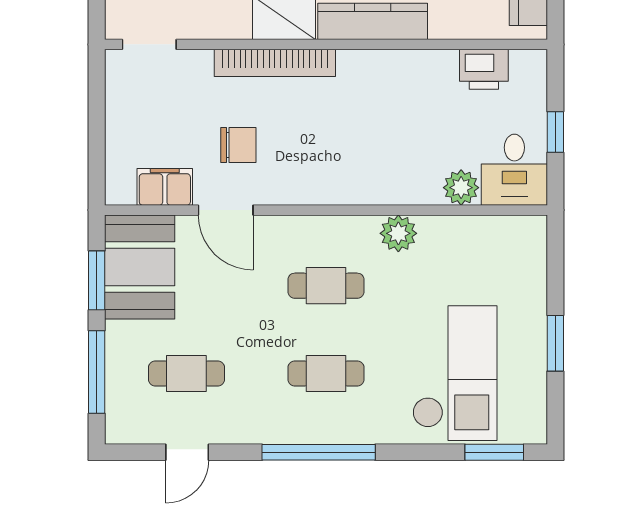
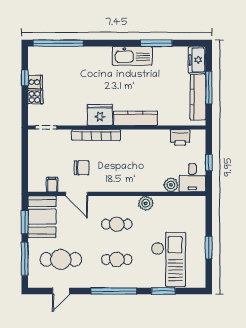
filing cabinet: (165, 187) -> (52, 185), width x0.50
cafe table: (186, 373) -> (61, 259), width x1.37, depth x1.35
window: (494, 452) -> (163, 291), moved

